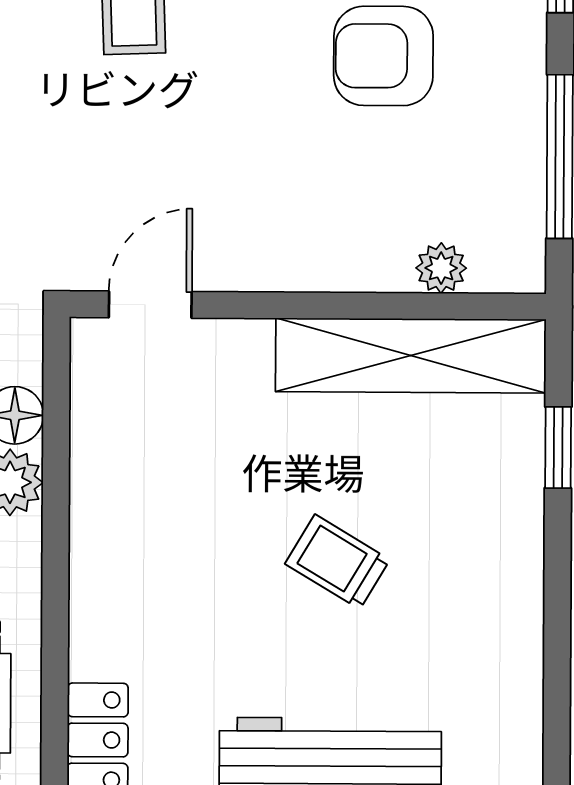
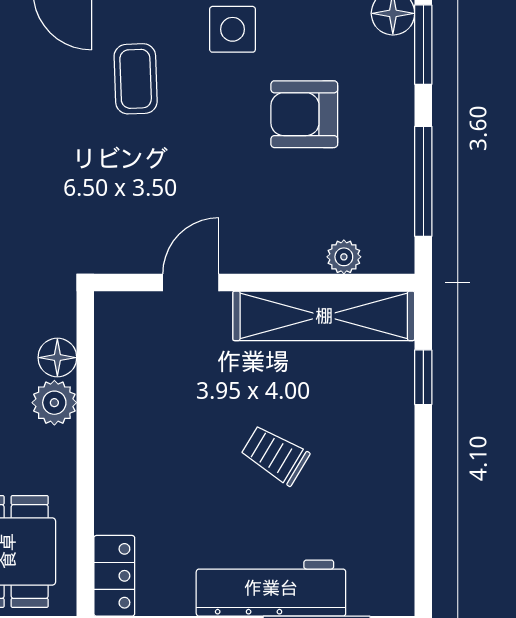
door: (150, 305) -> (191, 282), moved

